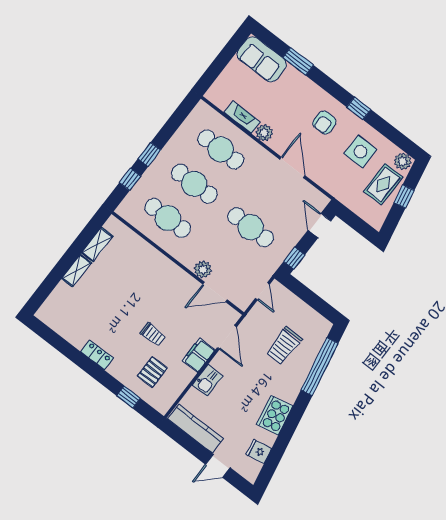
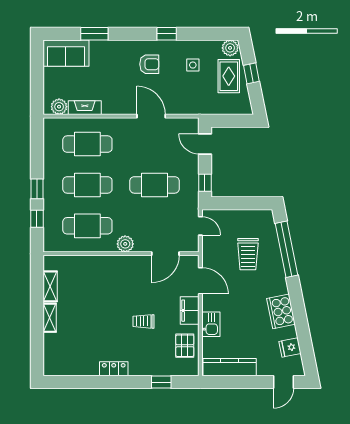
armchair: (324, 123) -> (149, 64), turned -90
plant: (264, 133) -> (59, 107), moved
side table: (360, 152) -> (193, 65), width x0.54, depth x0.54
plant: (203, 269) -> (125, 244), moved
trolley: (153, 335) -> (144, 321), turned 180
pallet: (152, 372) -> (185, 346), moved
door: (218, 466) -> (283, 382), moved

